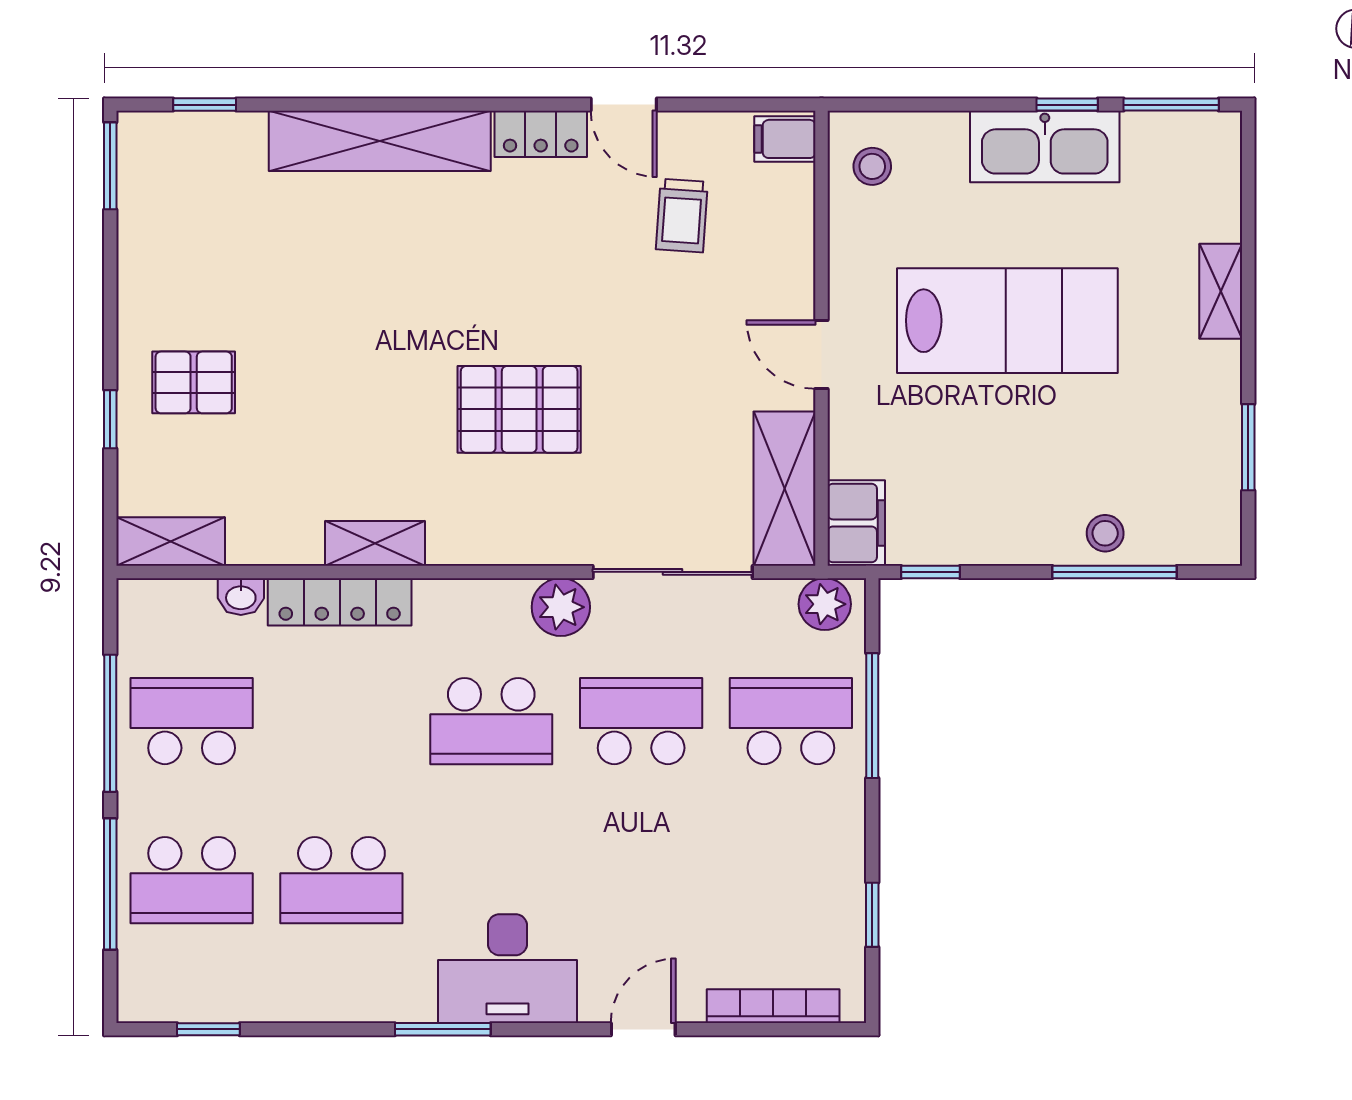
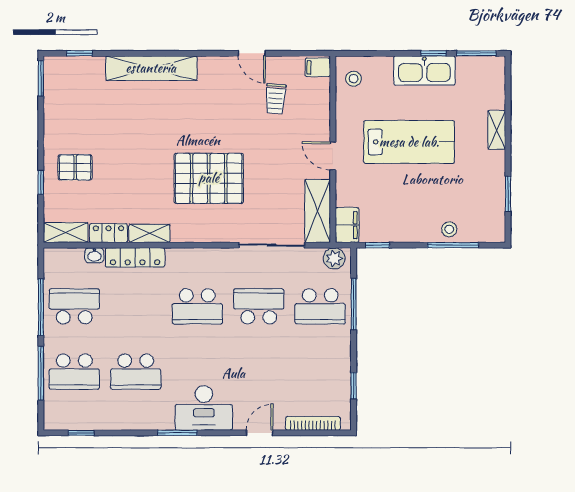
locker: (541, 134) -> (108, 233), moved, turned 180
pallet: (519, 409) -> (209, 178), width x1.37, depth x1.41
plant: (561, 607) -> (226, 260), removed
school desk: (791, 721) -> (320, 306), turned 180

